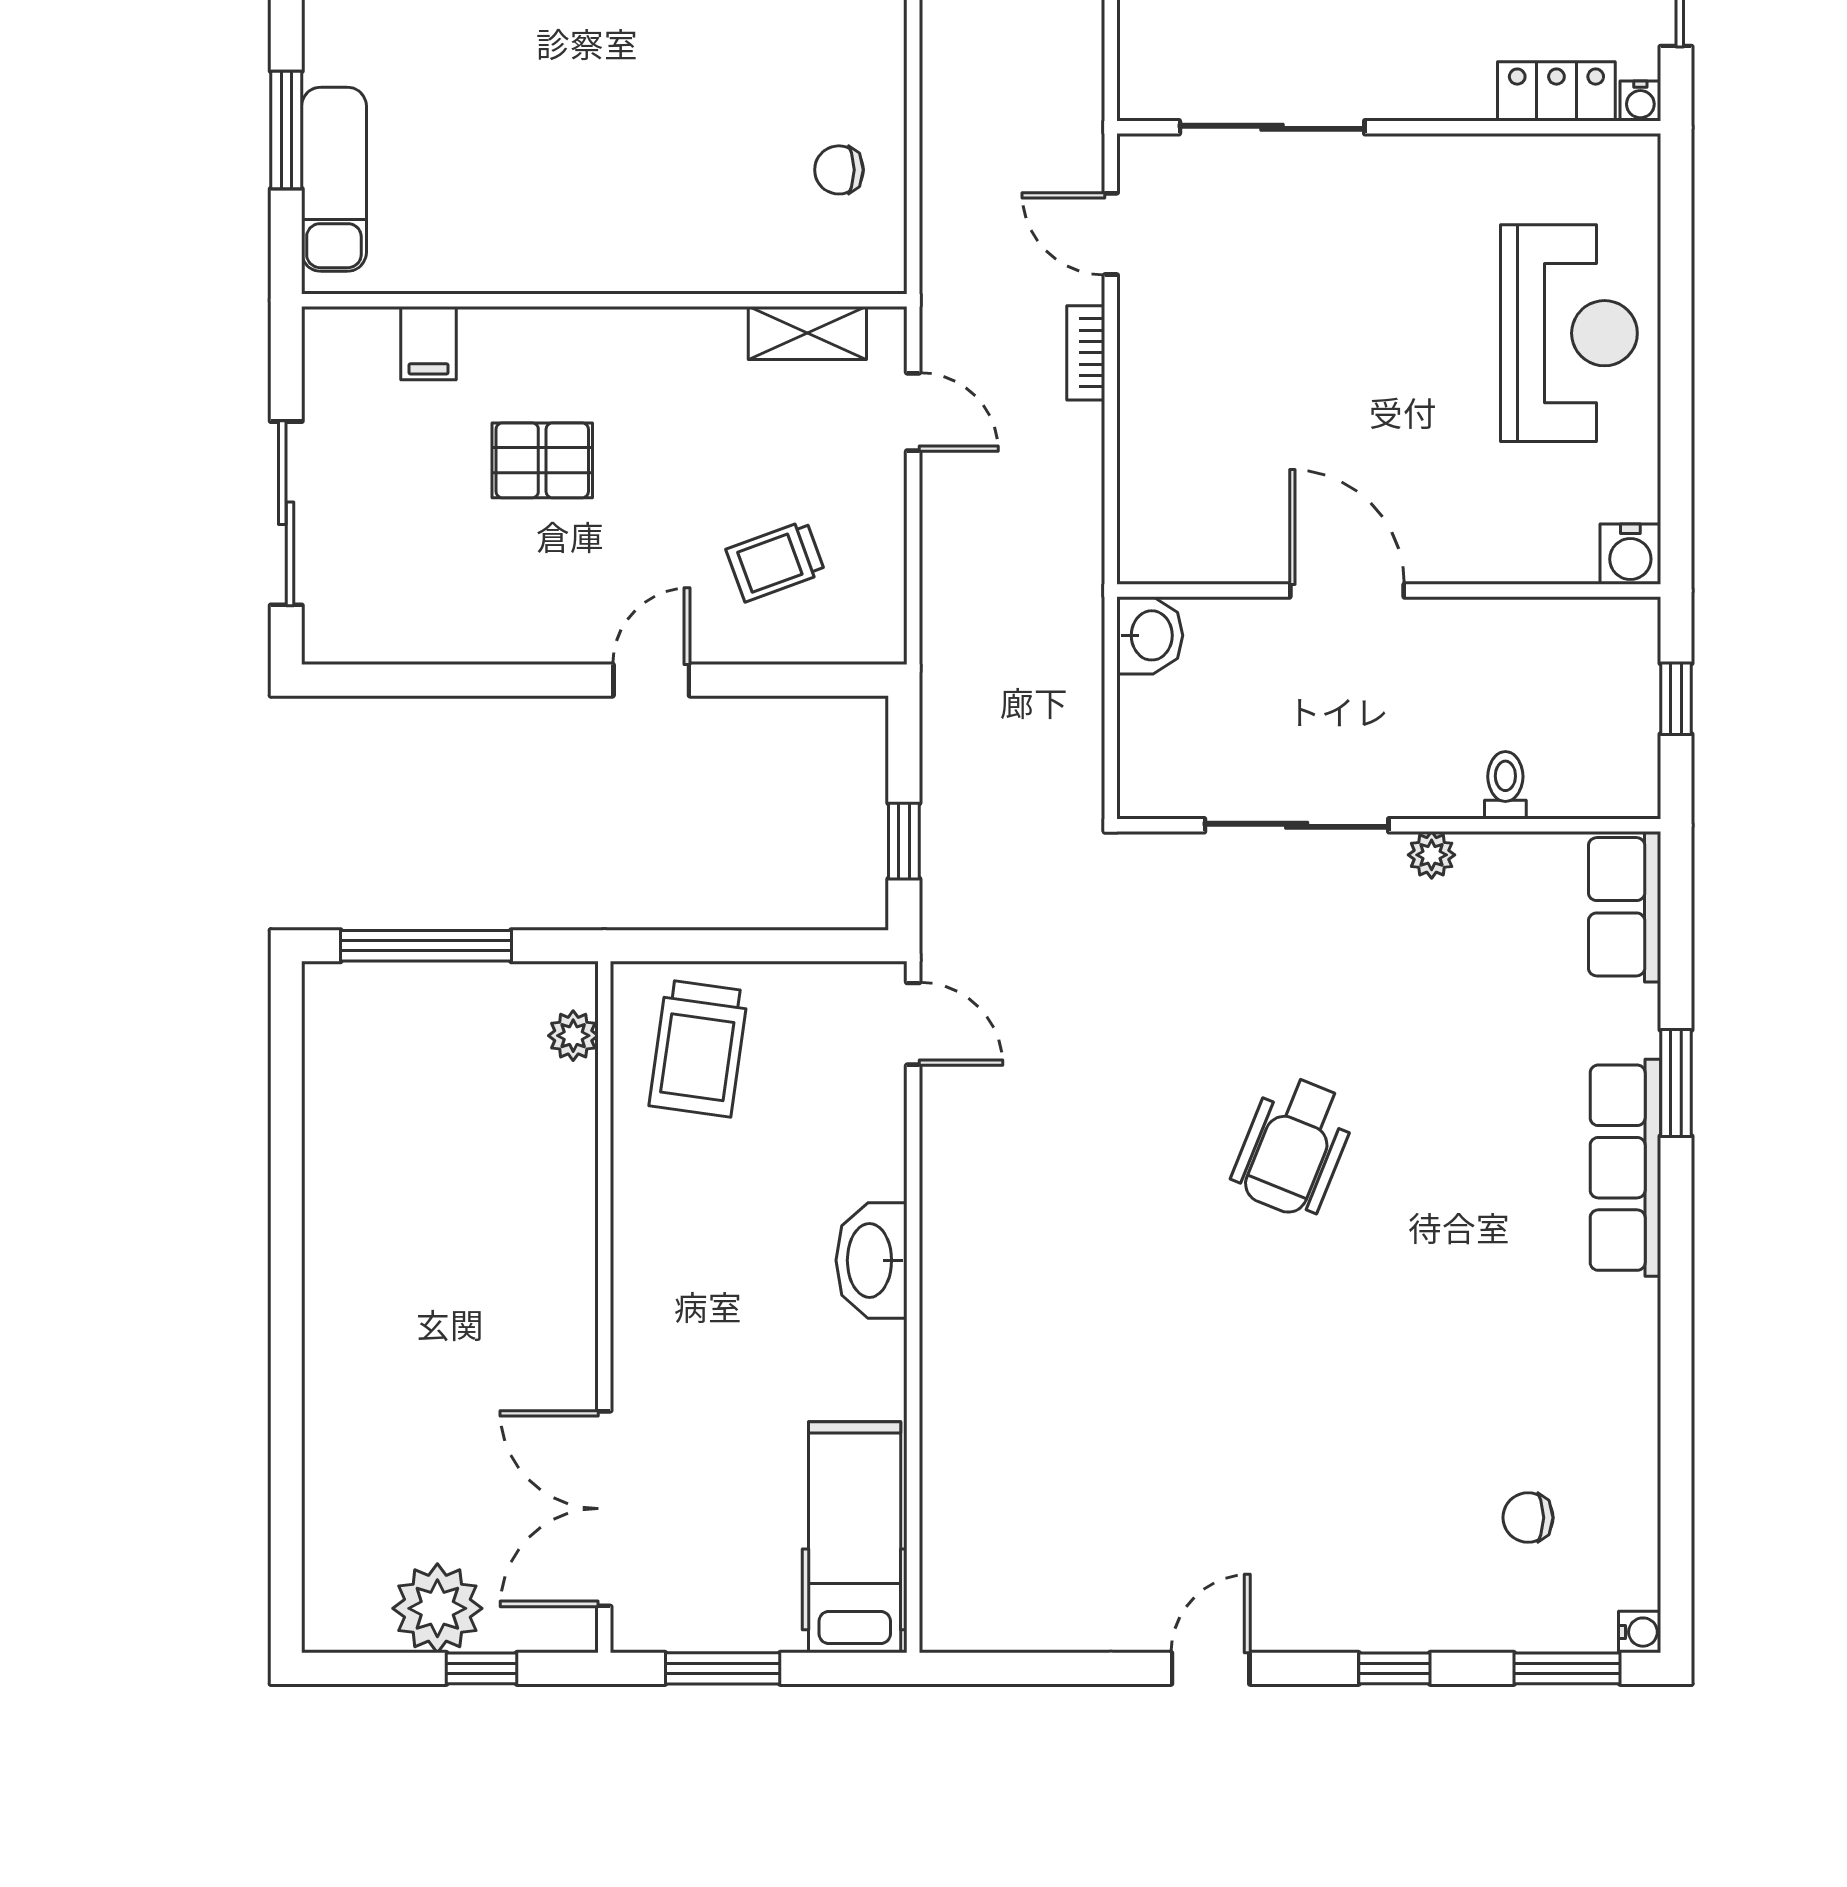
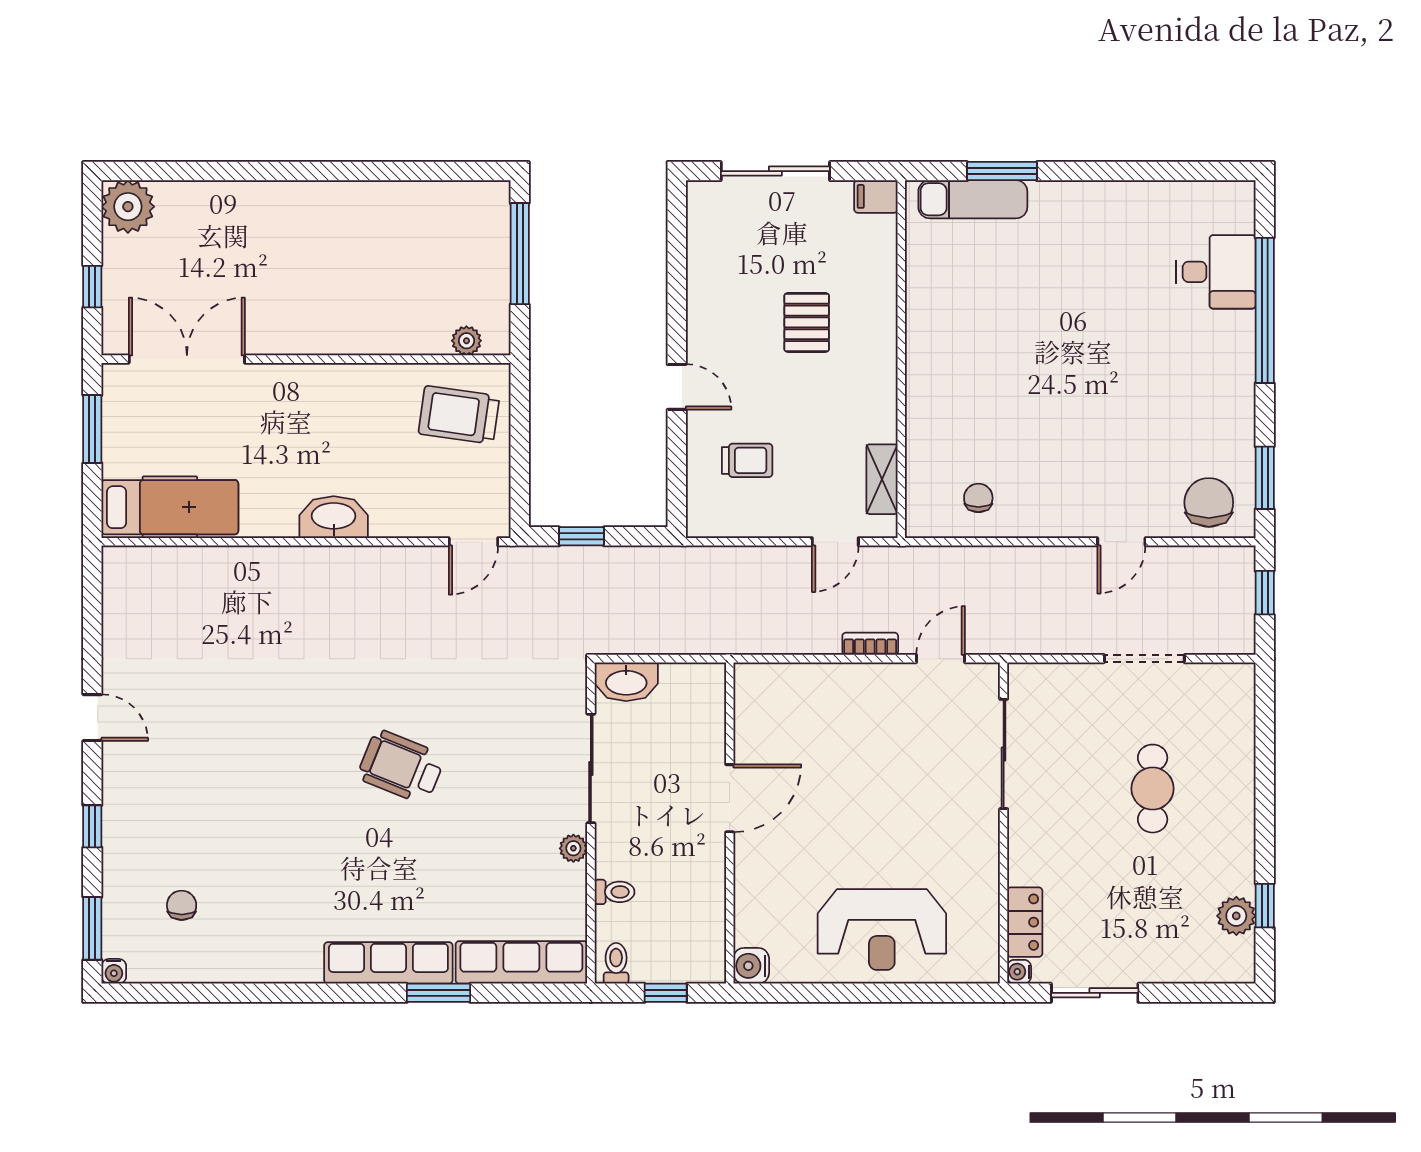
filing cabinet: (429, 343) -> (876, 196), moved
trolley: (776, 561) -> (747, 460), turned 110
washbasin: (1150, 635) -> (626, 682), moved, width x1.38
toilet: (1626, 783) -> (616, 963), added
row of seats: (1625, 907) -> (521, 962), width x1.48
plant: (437, 1608) -> (128, 207), moved

